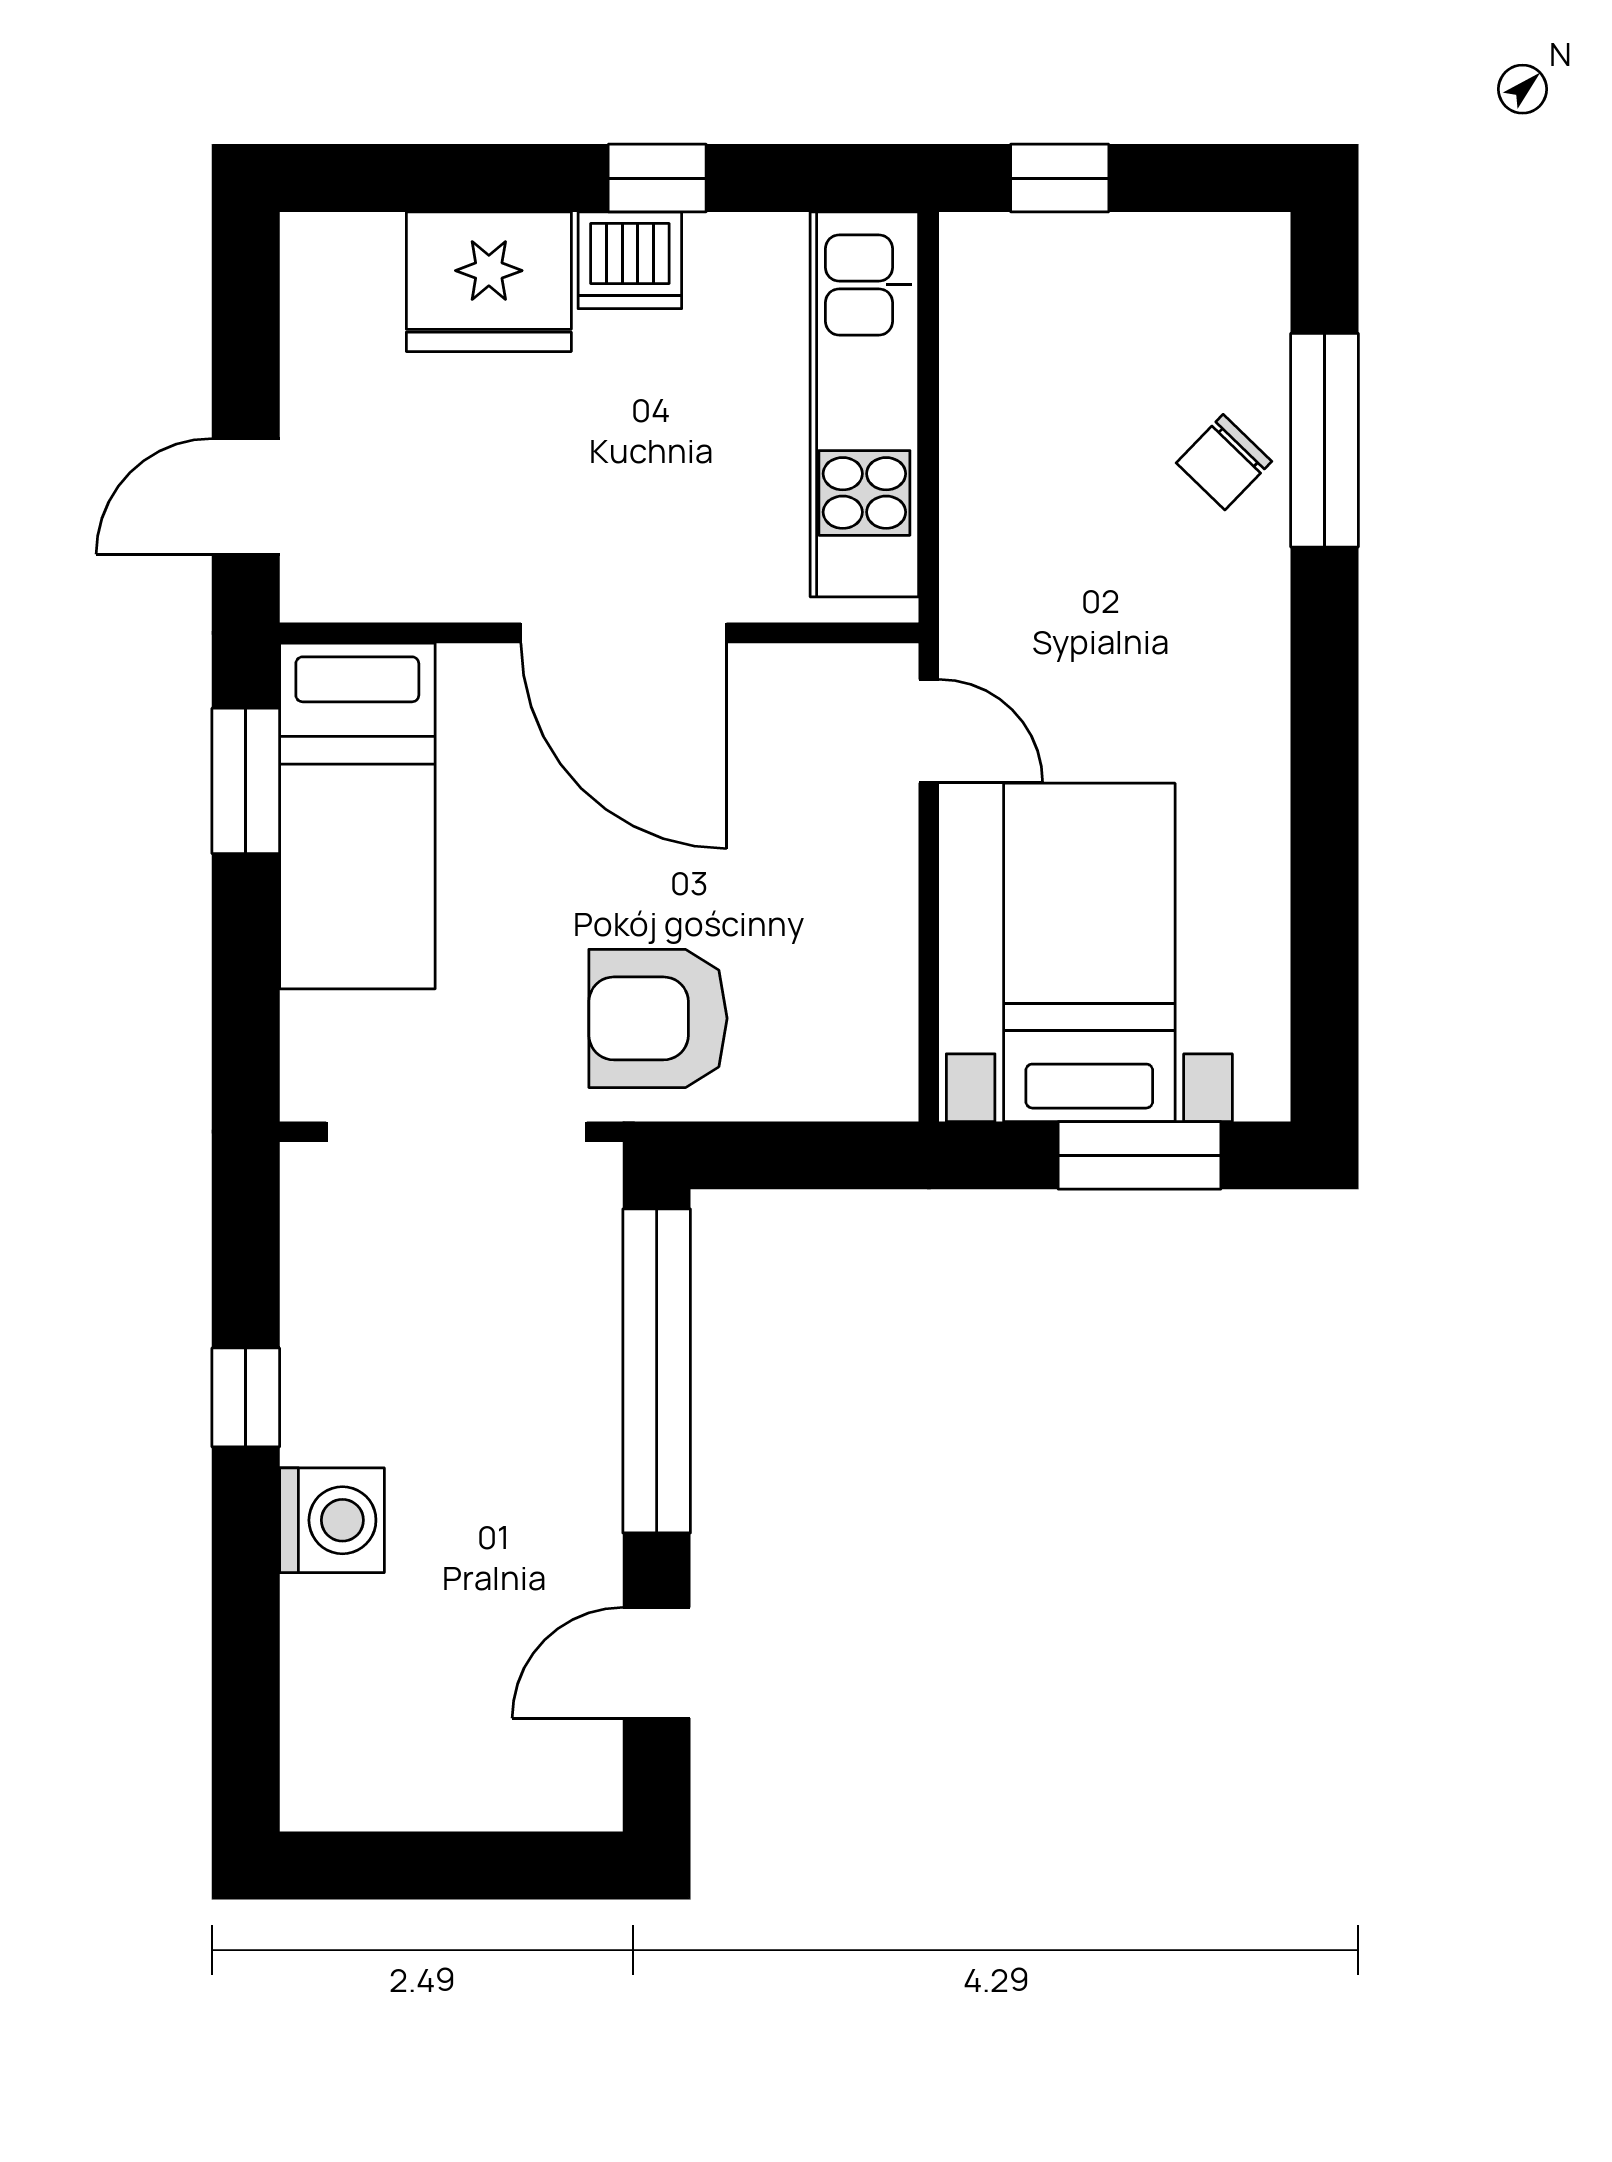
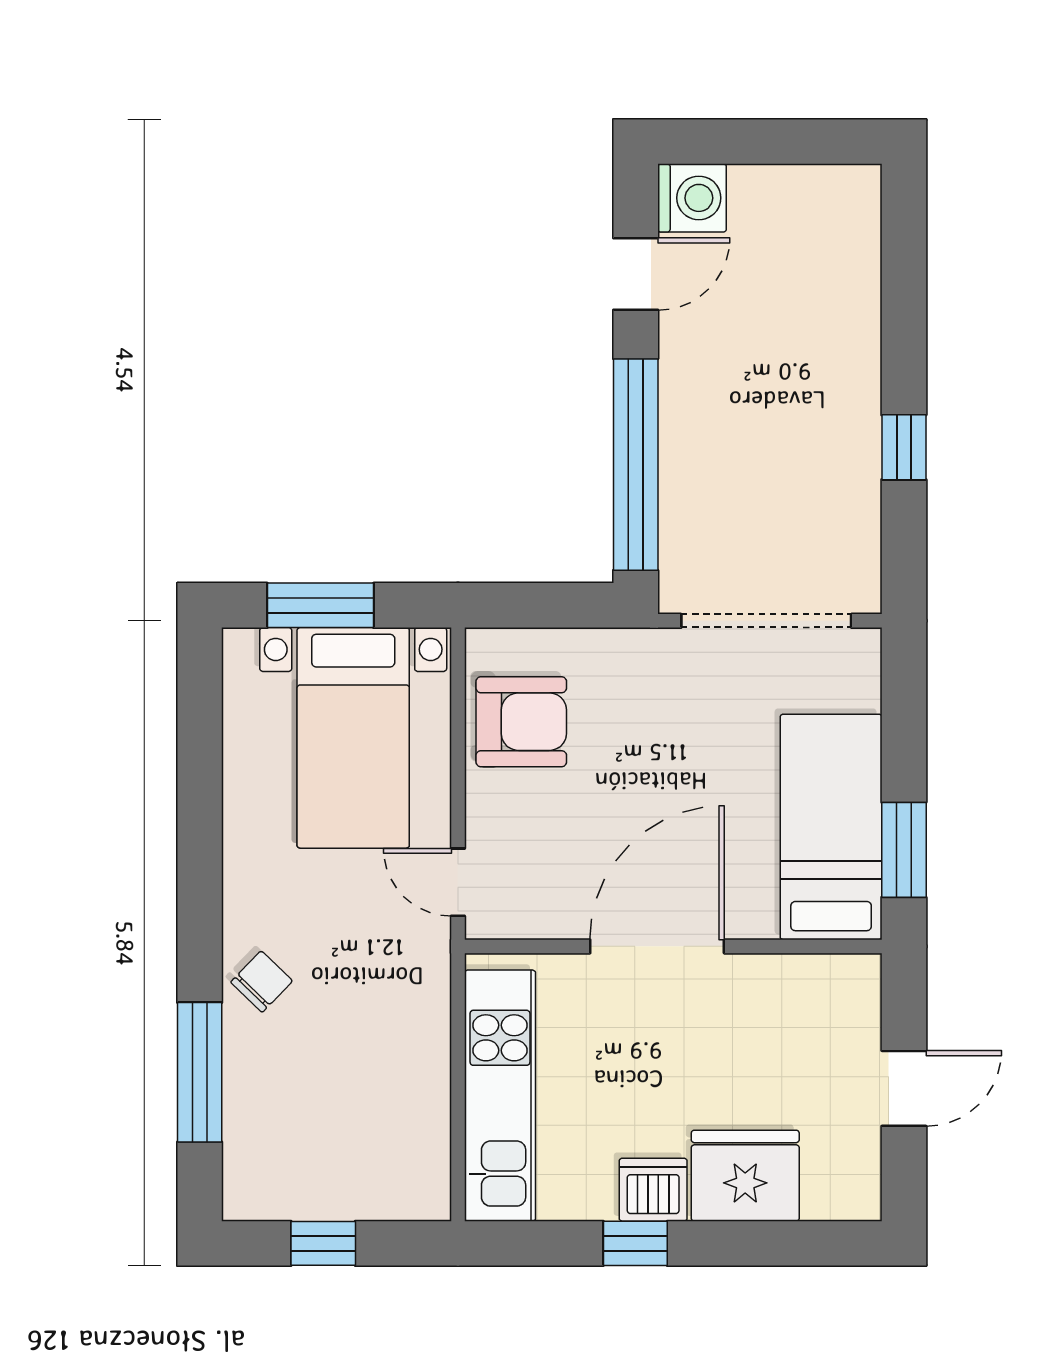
window: (1060, 178) -> (323, 1243), moved
chair: (1224, 462) -> (262, 982), moved
door: (246, 496) -> (904, 1088), moved
door: (624, 633) -> (657, 946), hinge flipped
armchair: (658, 1018) -> (521, 722), moved
washing machine: (332, 1520) -> (692, 198), moved, turned 180

